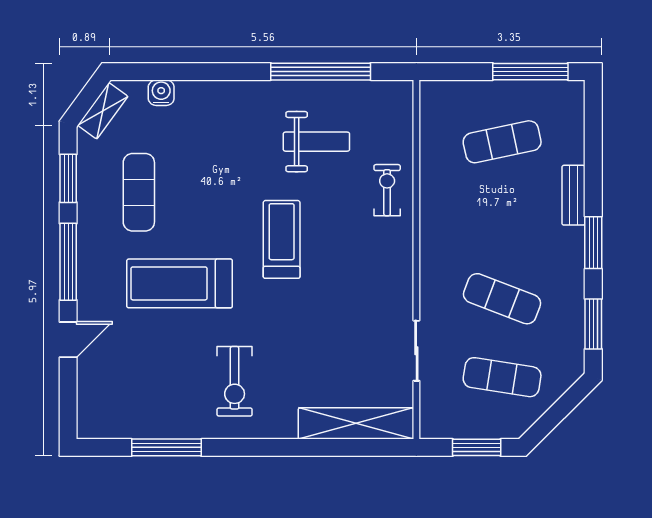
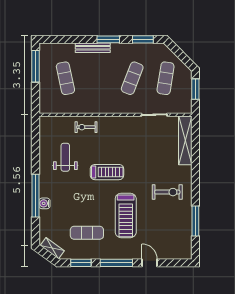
window: (321, 72) -> (36, 196), moved
water cooler: (161, 93) -> (44, 203), moved
bench: (574, 195) -> (93, 48), width x1.36
treadmill: (282, 239) -> (107, 172), turned 180

